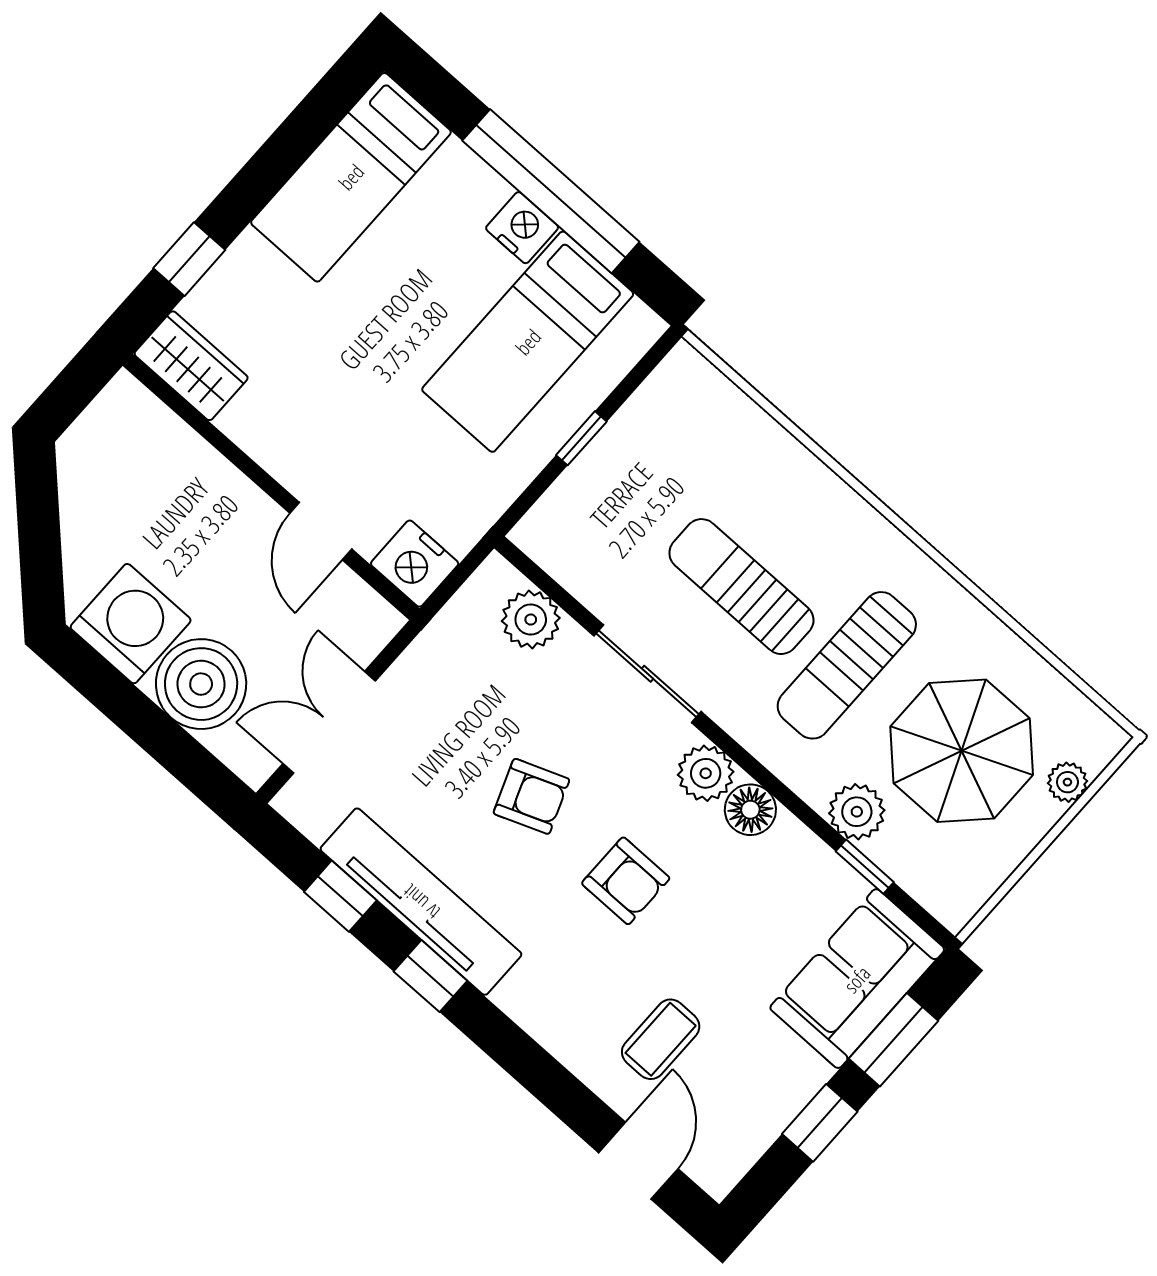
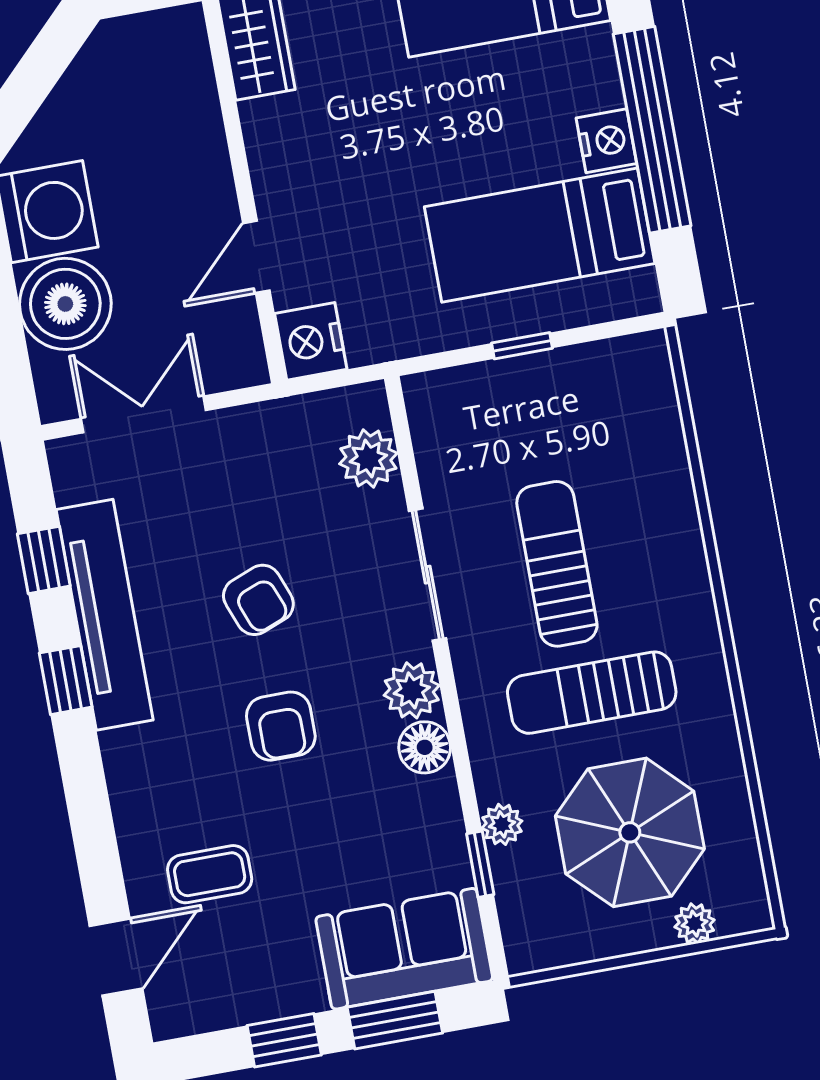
plant: (857, 812) -> (502, 824), width x0.73, depth x0.73

